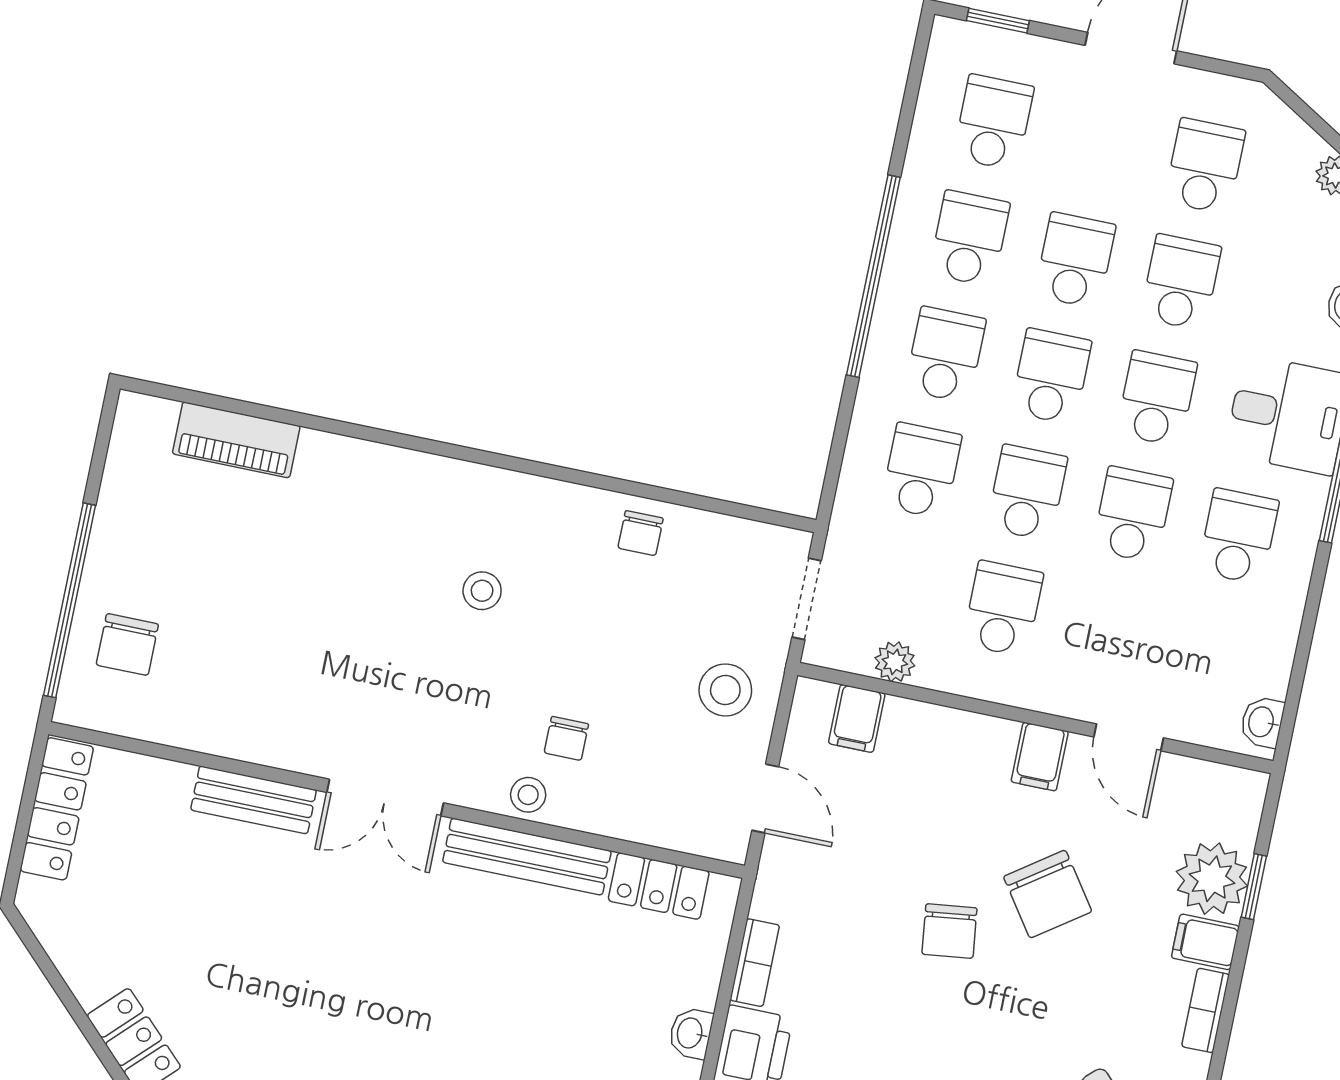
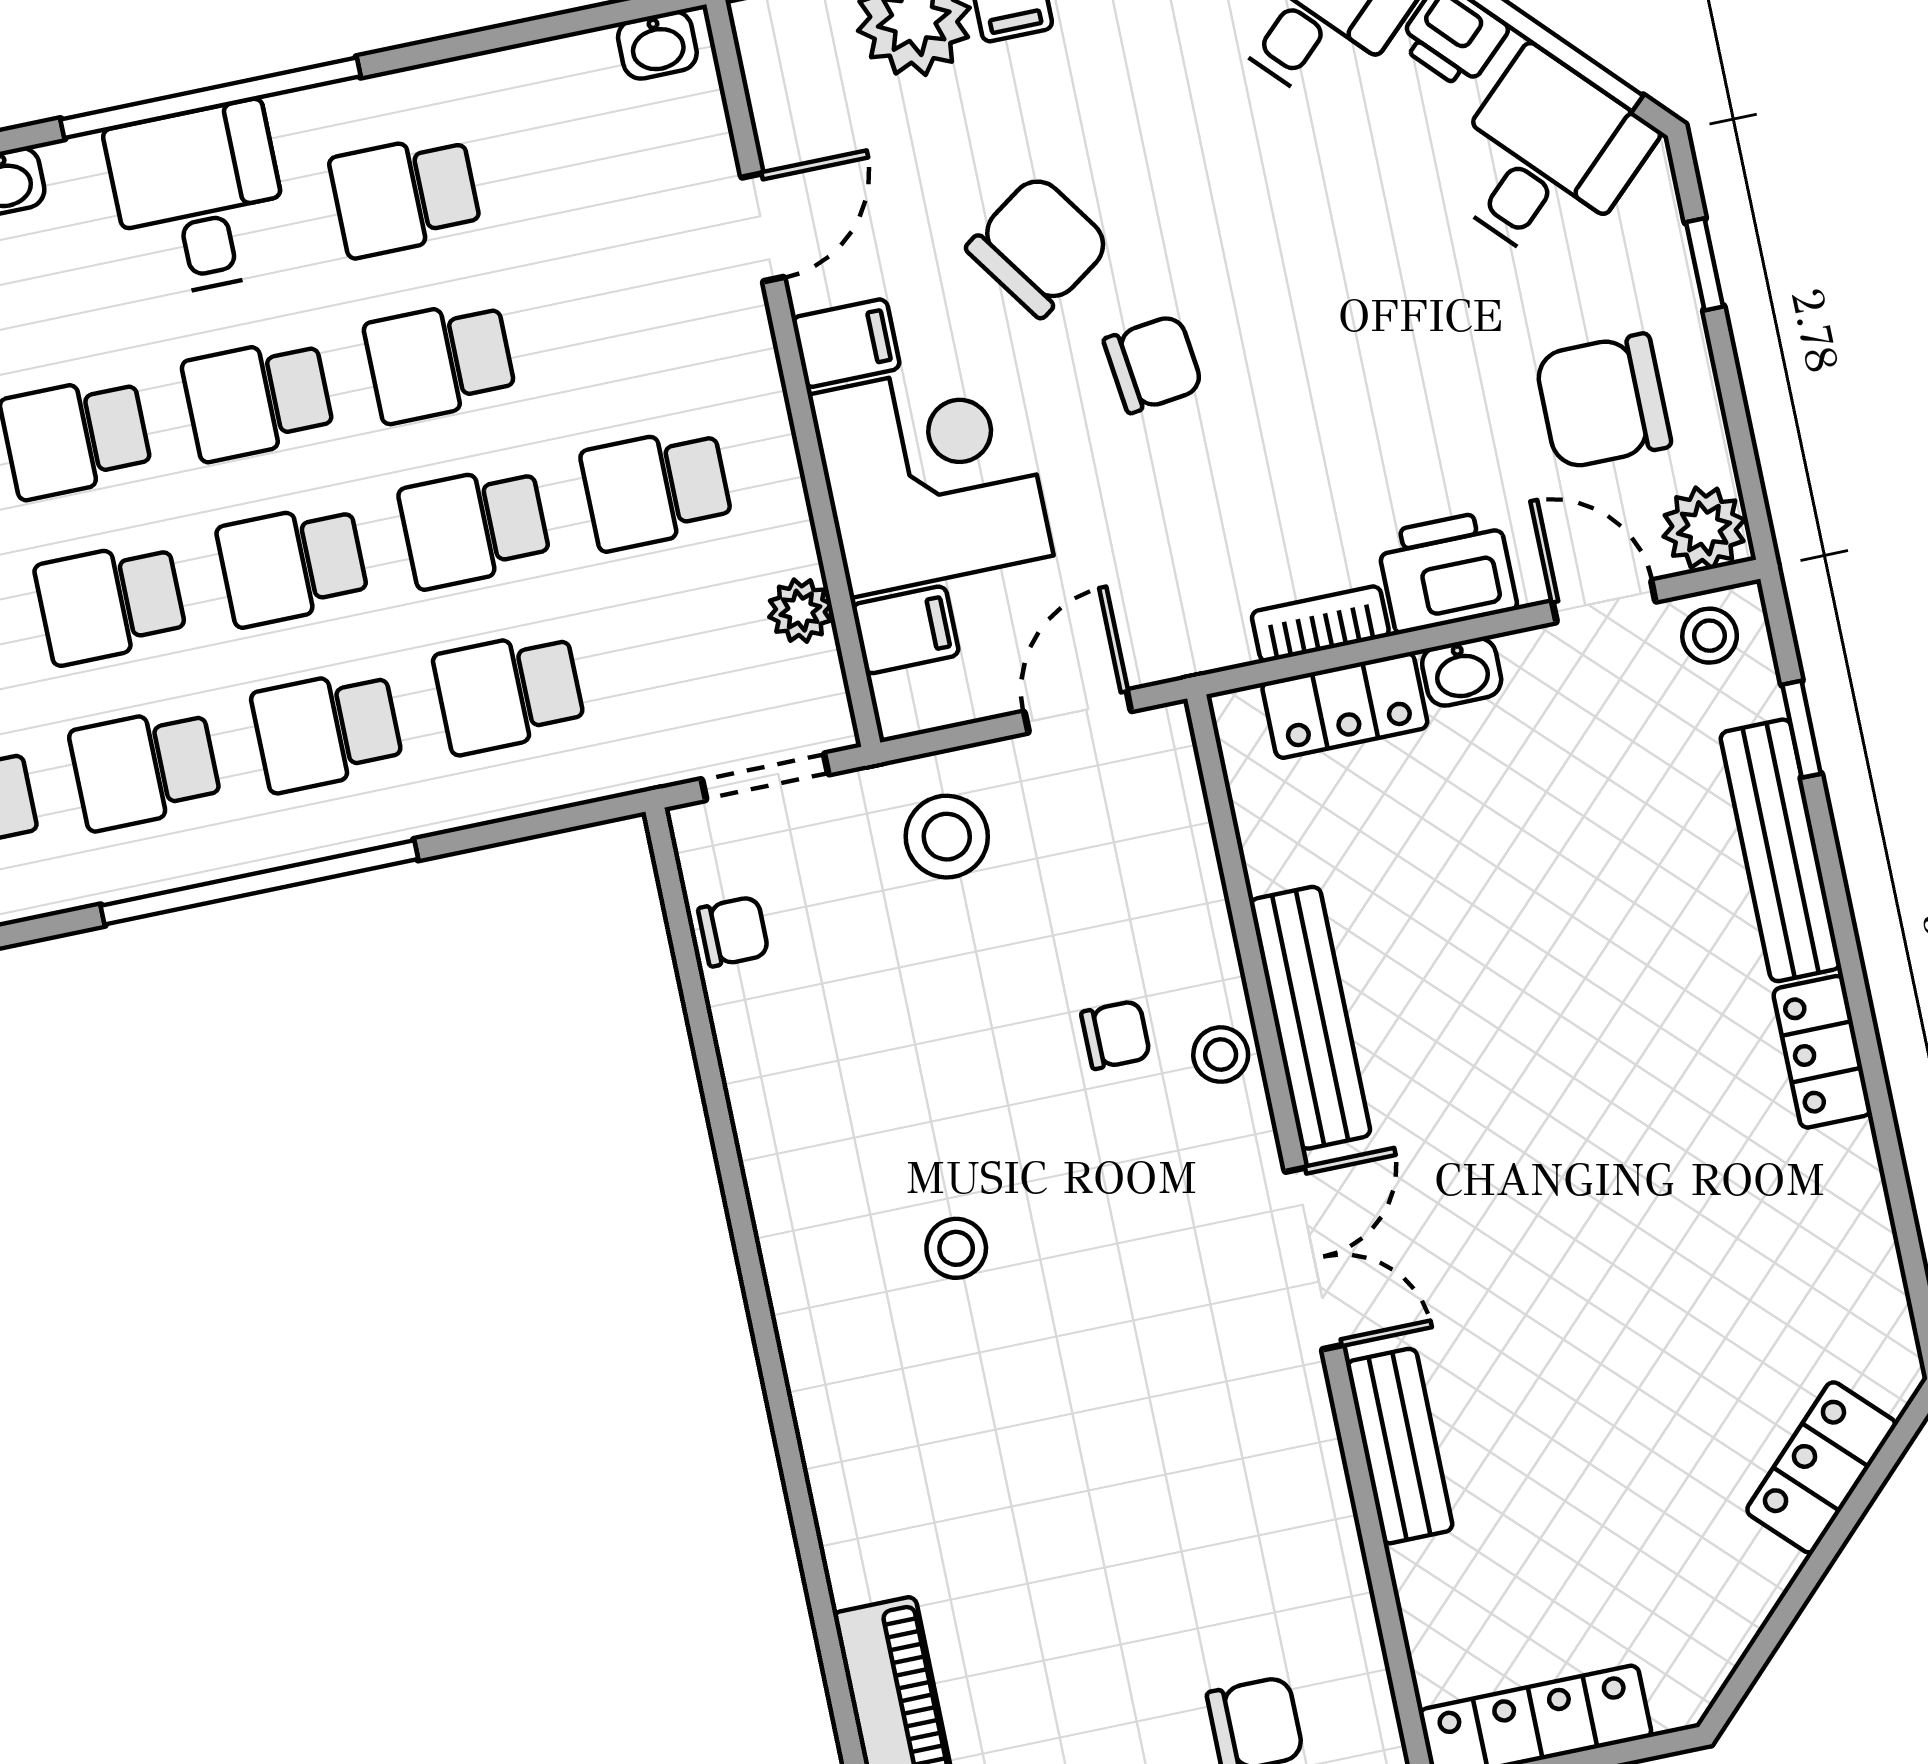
chair: (641, 533) -> (733, 931), moved
corner desk: (941, 773) -> (931, 475), added
locker: (659, 886) -> (1345, 705), moved, turned 90

